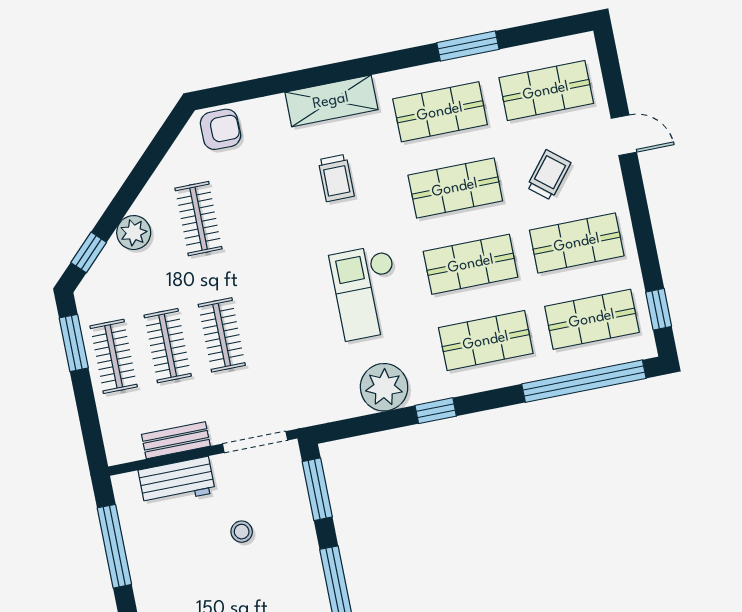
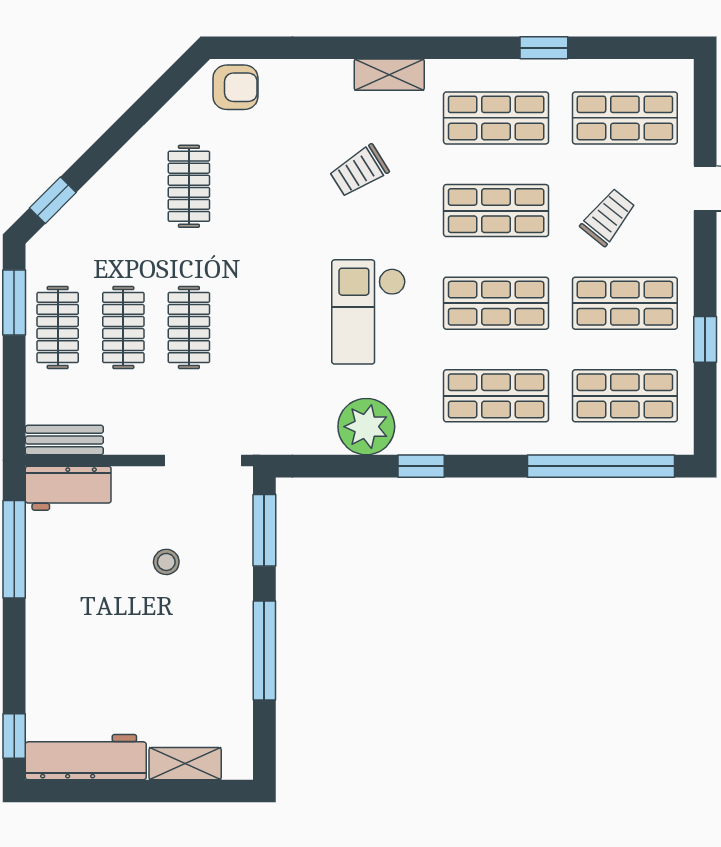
window: (468, 46) -> (544, 48), width x0.67
shelving: (331, 101) -> (389, 75), width x0.67, depth x0.75
trolley: (336, 178) -> (359, 171), turned 58
plant: (134, 233) -> (110, 188), removed
window: (659, 309) -> (705, 339), moved
bench: (176, 440) -> (64, 440), moved
workbench: (177, 481) -> (68, 488), moved

